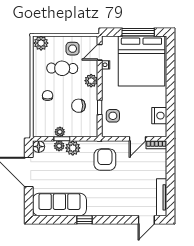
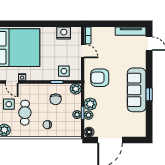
plant: (91, 81) -> (76, 89), moved
sofa: (59, 205) -> (137, 90), moved

